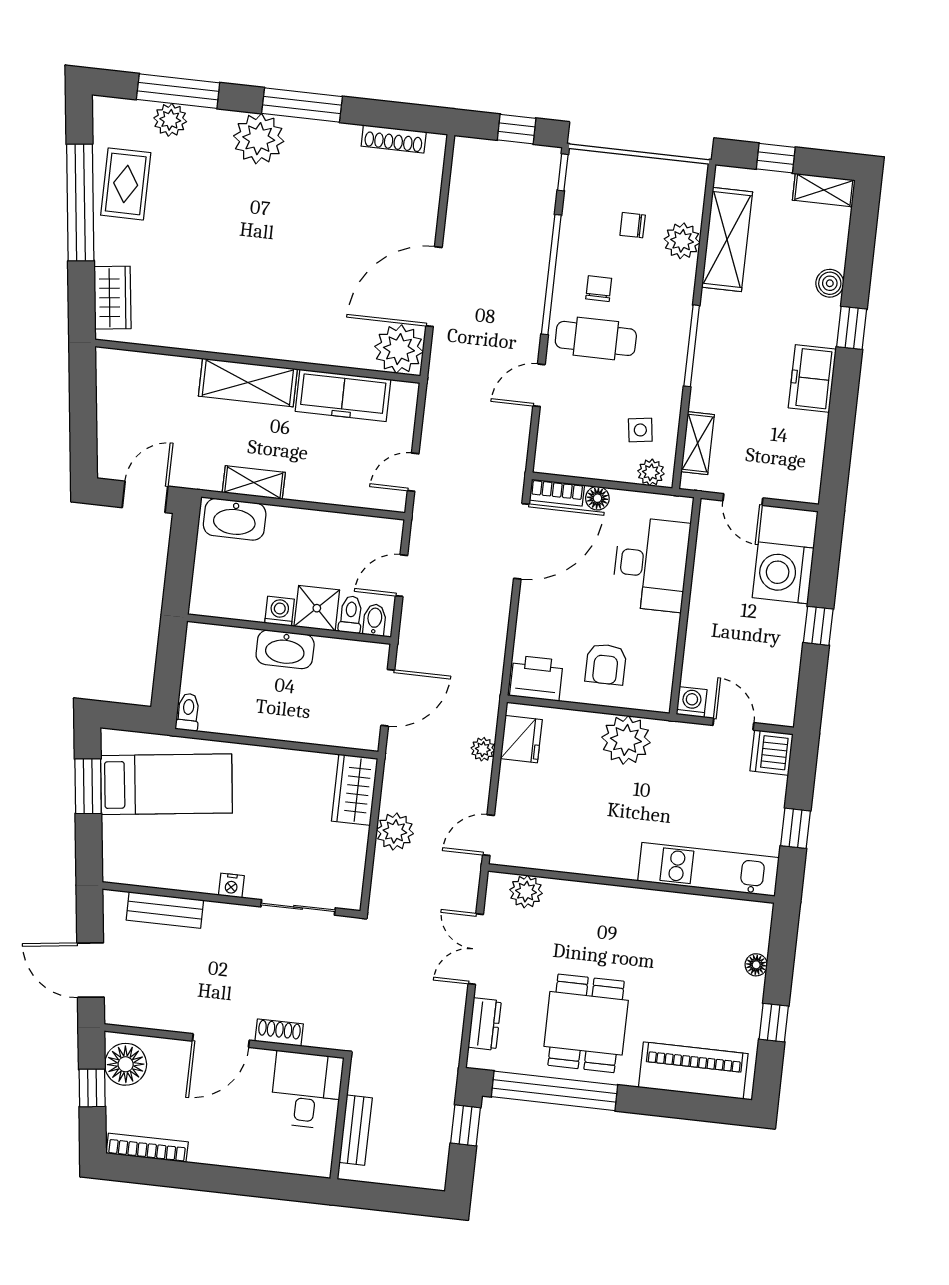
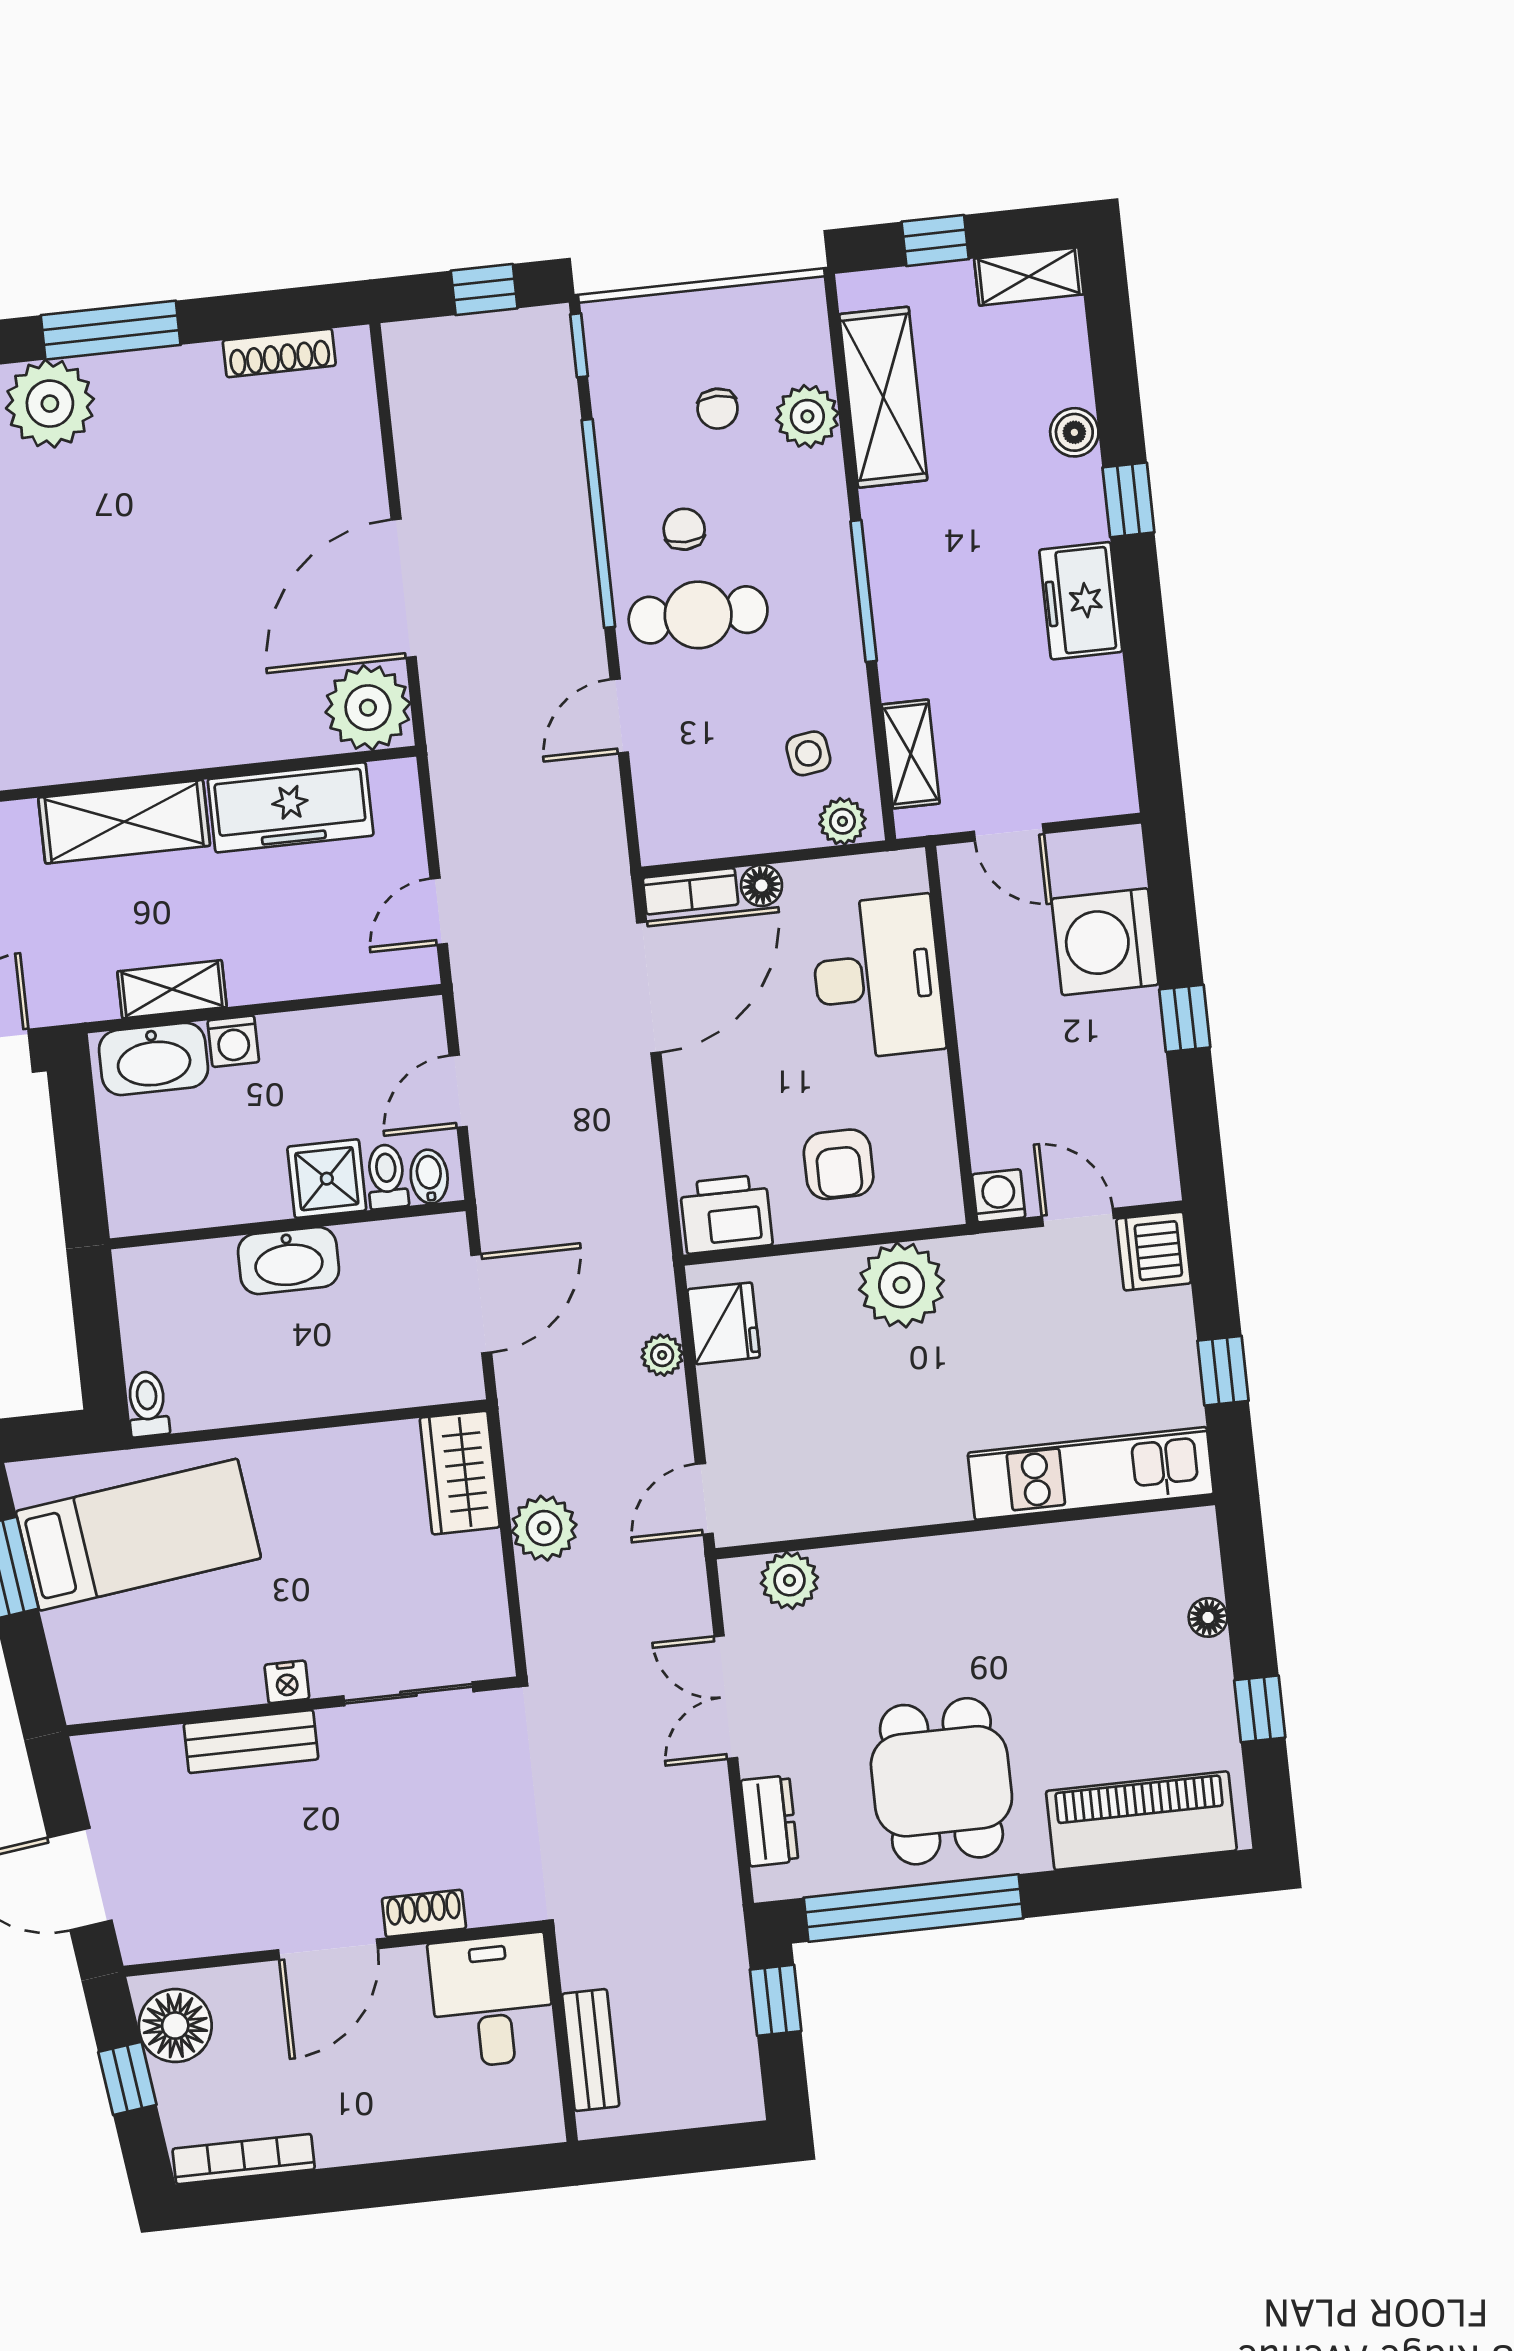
chair: (633, 225) -> (718, 409), turned -90
washing machine: (279, 611) -> (233, 1041), moved, turned 180
bench: (165, 910) -> (251, 1741), moved

